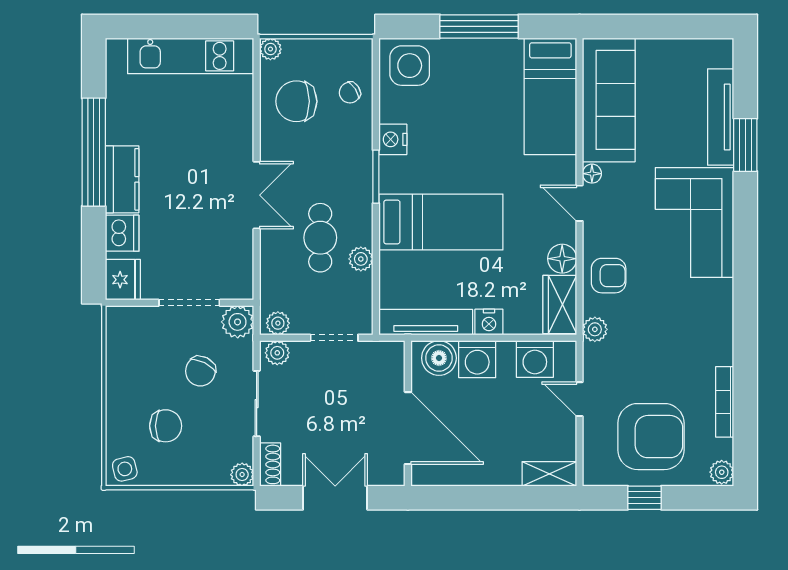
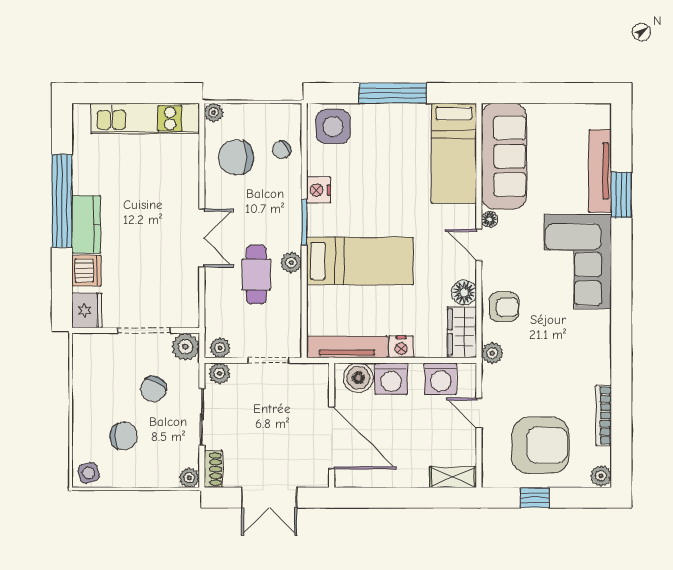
plant: (361, 259) -> (291, 263), moved
double door: (335, 498) -> (269, 498), swing flipped

